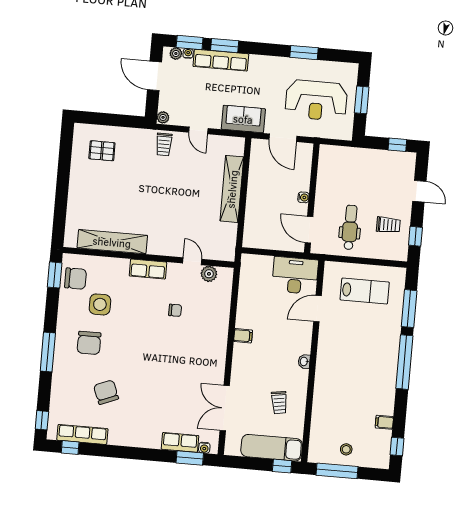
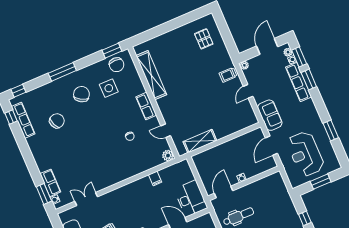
shelving: (232, 189) -> (200, 141), moved, width x0.68
door: (192, 261) -> (166, 131), swing flipped
plant: (209, 274) -> (168, 156), moved
filing cabinet: (243, 336) -> (155, 178), moved
chair: (89, 343) -> (81, 94), turned 120
double door: (225, 408) -> (86, 199), width x0.73

